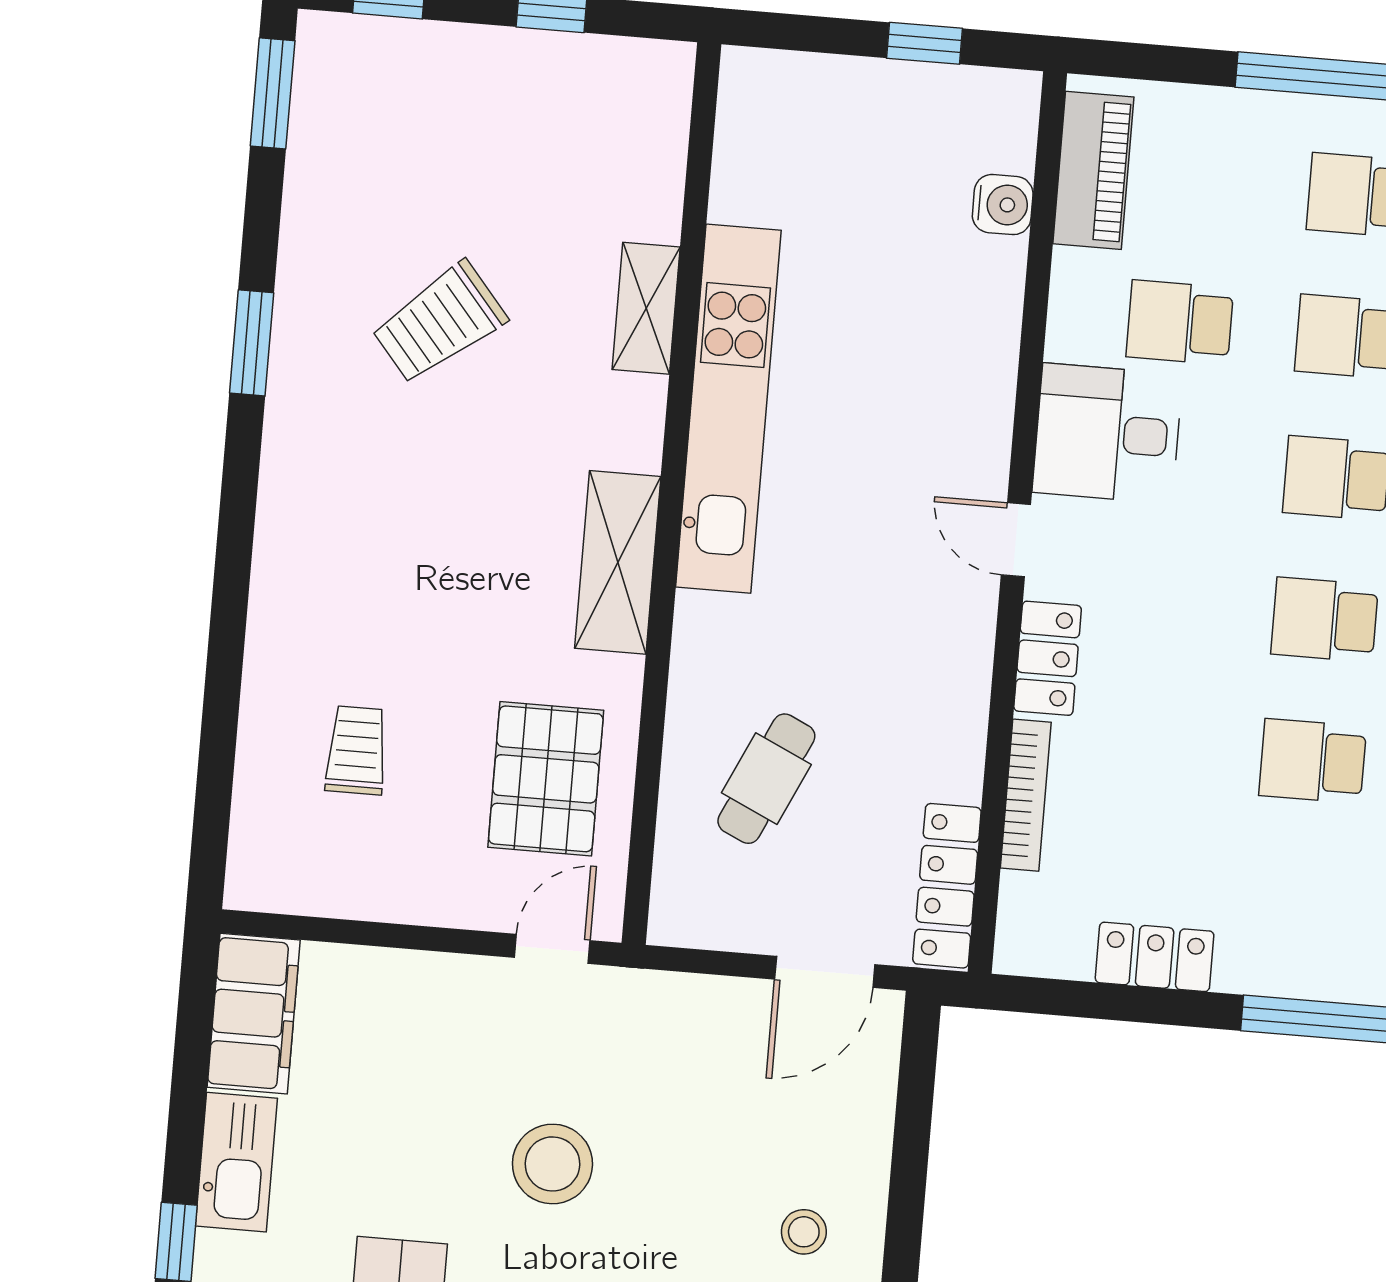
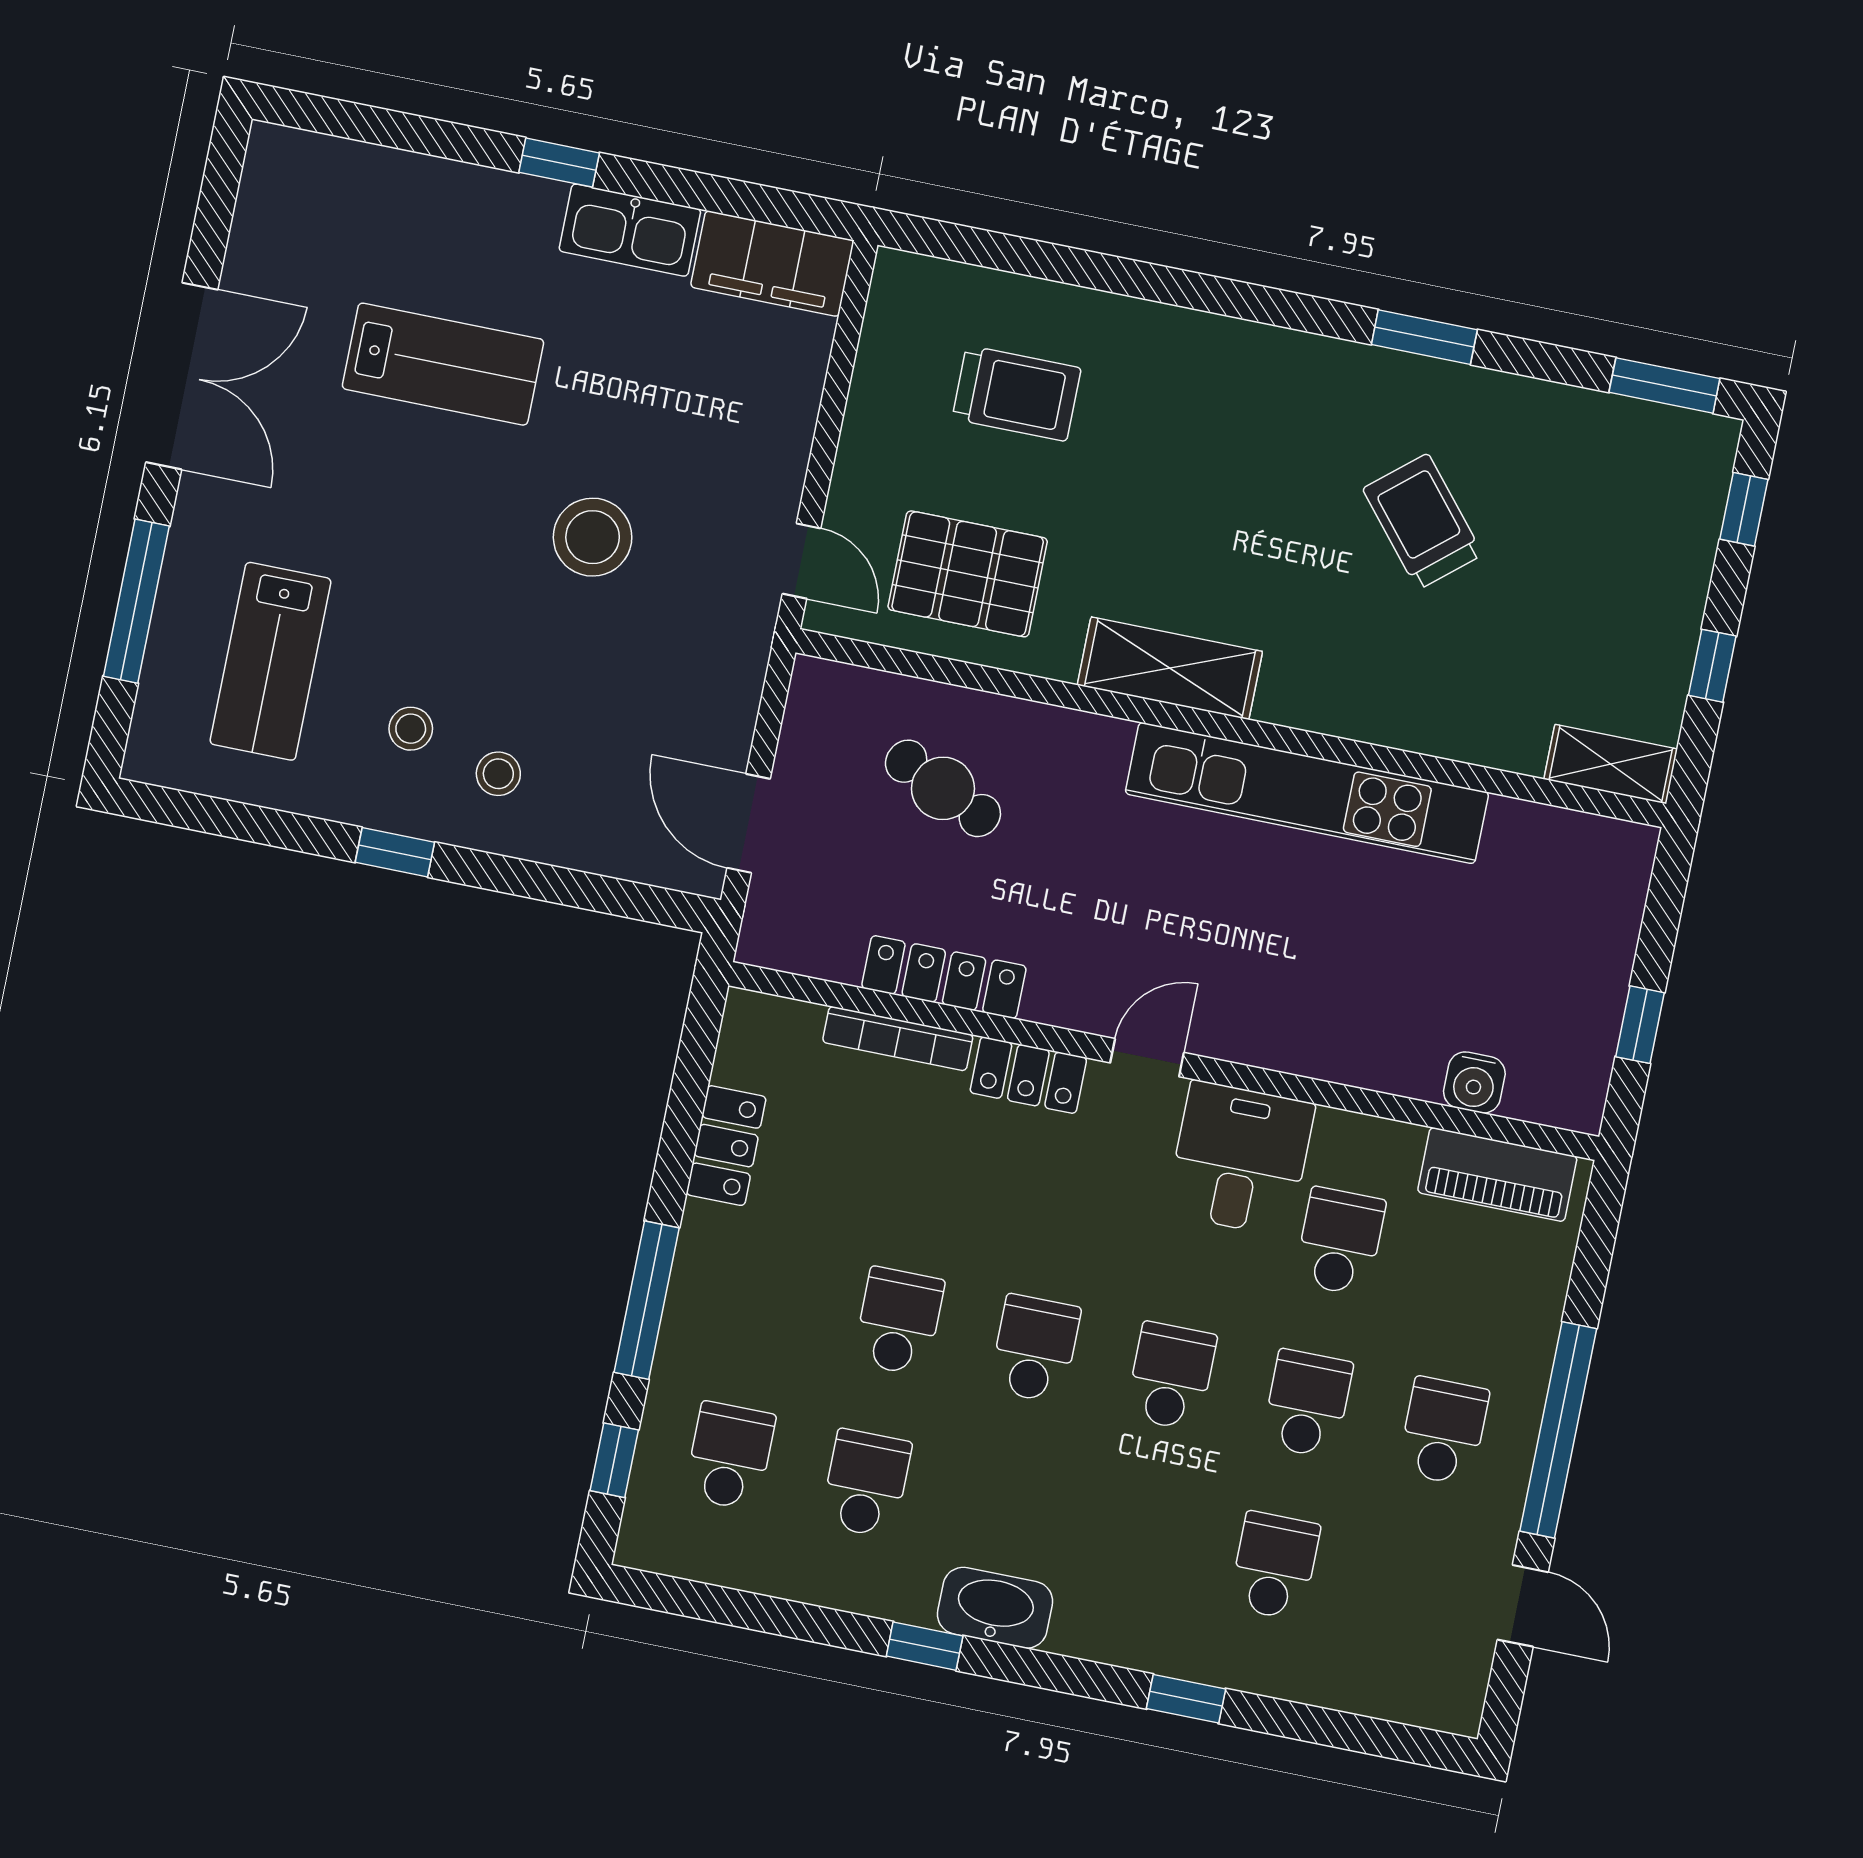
shelving: (646, 308) -> (1611, 764), moved
trolley: (357, 750) -> (1017, 393), width x1.36, depth x1.39
locker: (947, 886) -> (944, 977), moved

